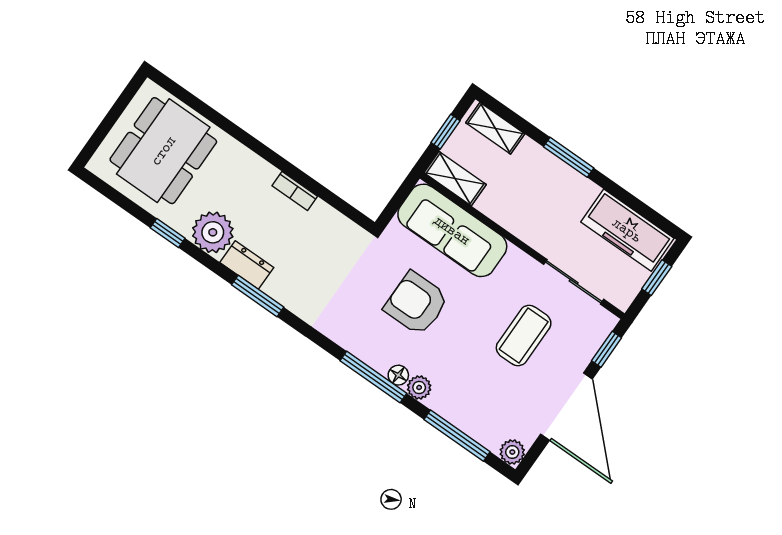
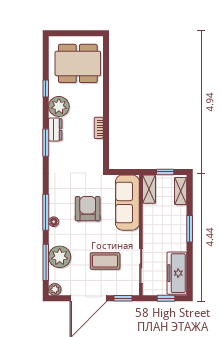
plant: (419, 387) -> (60, 257), moved, width x1.88, depth x1.88

